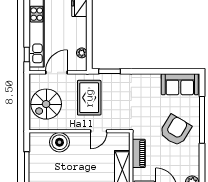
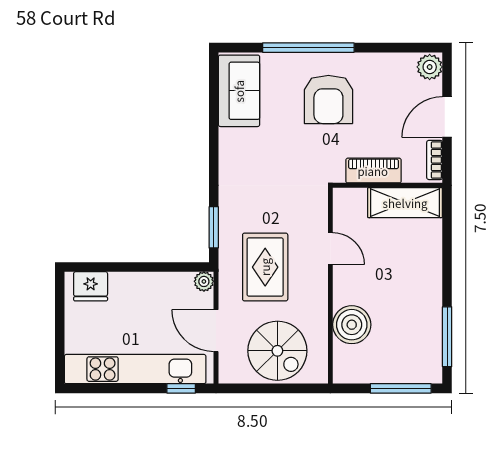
plant: (82, 53) -> (204, 281), moved
rug: (89, 98) -> (265, 267), turned 90
armchair: (175, 130) -> (328, 99), turned -121

